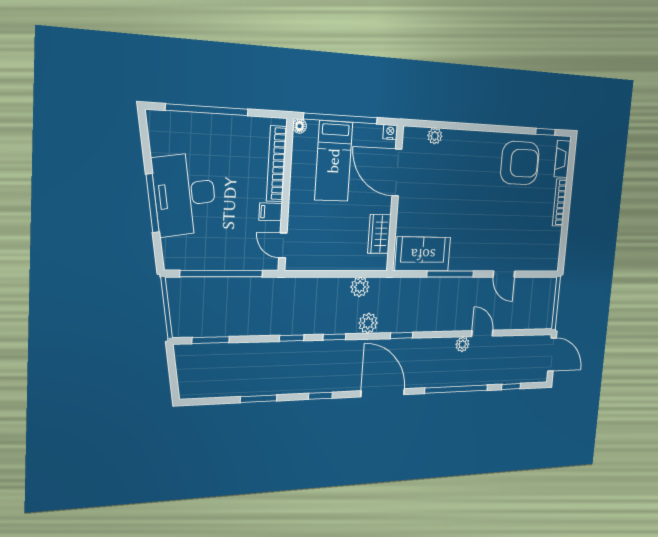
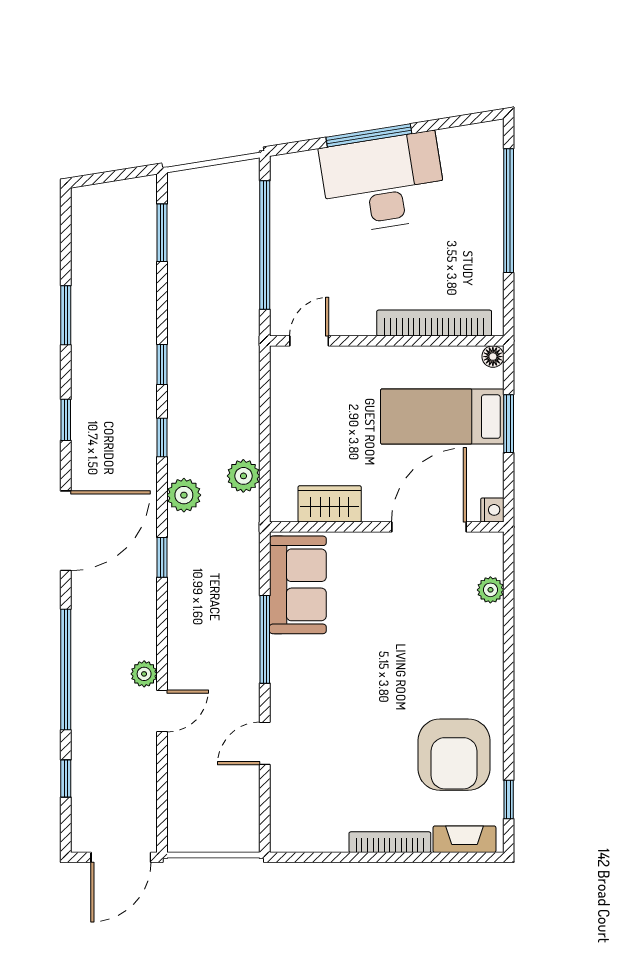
window: (341, 118) -> (509, 424), width x0.47
filing cabinet: (271, 212) -> (361, 318), removed

